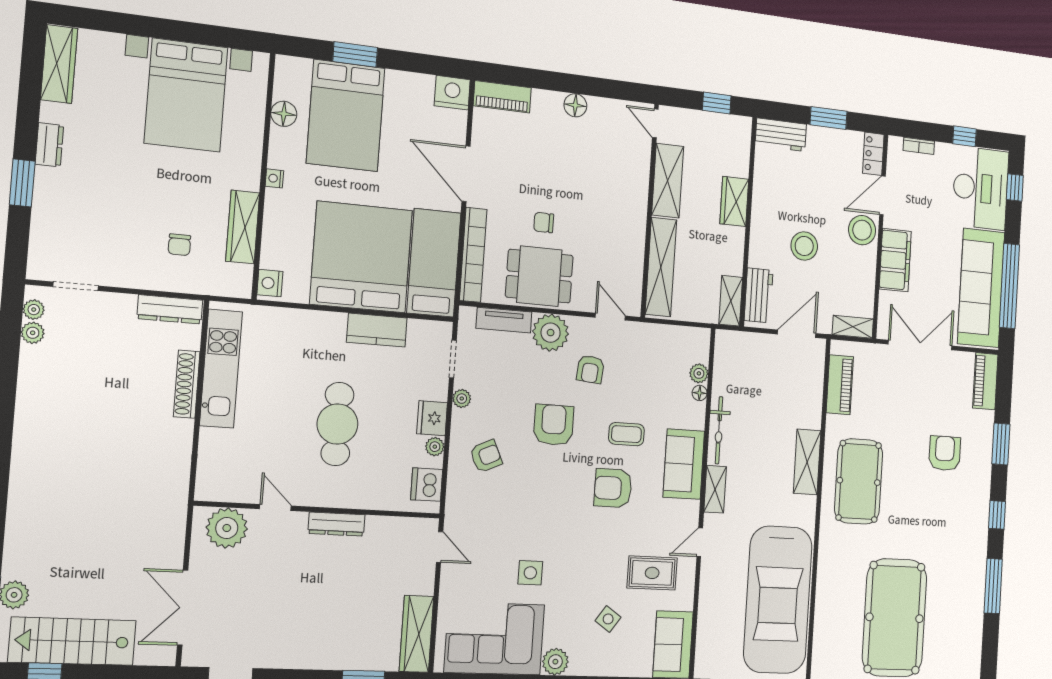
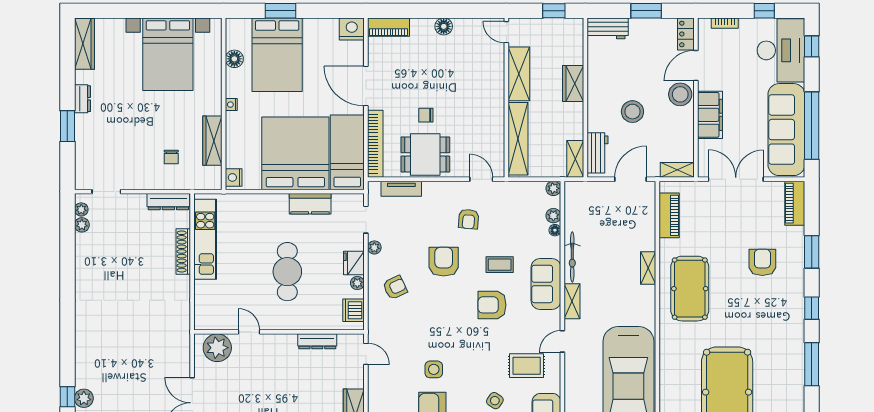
plant: (551, 333) -> (553, 188), moved, width x0.53, depth x0.53
shelving: (807, 462) -> (648, 268), width x0.67, depth x0.75
dresser: (336, 524) -> (317, 341), moved

